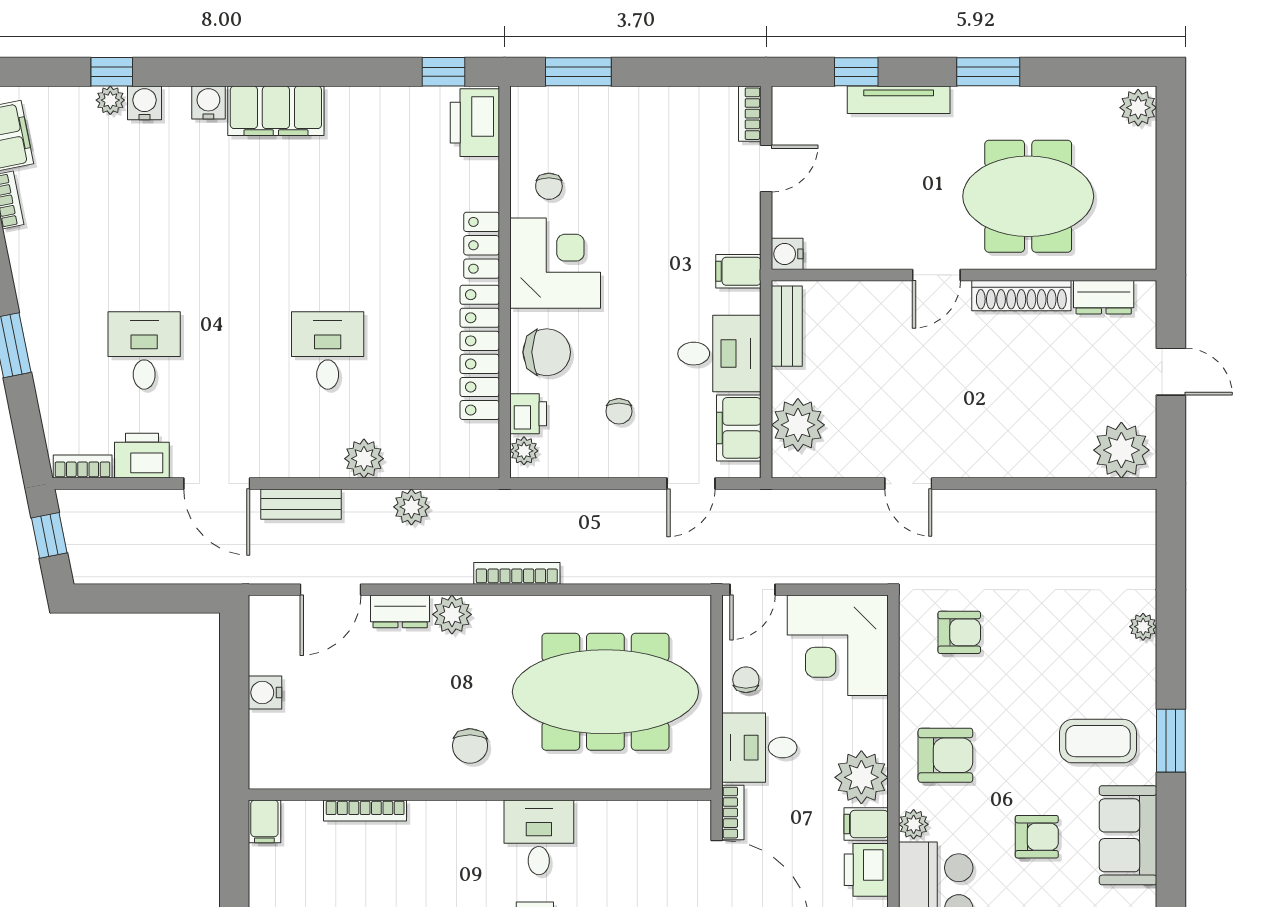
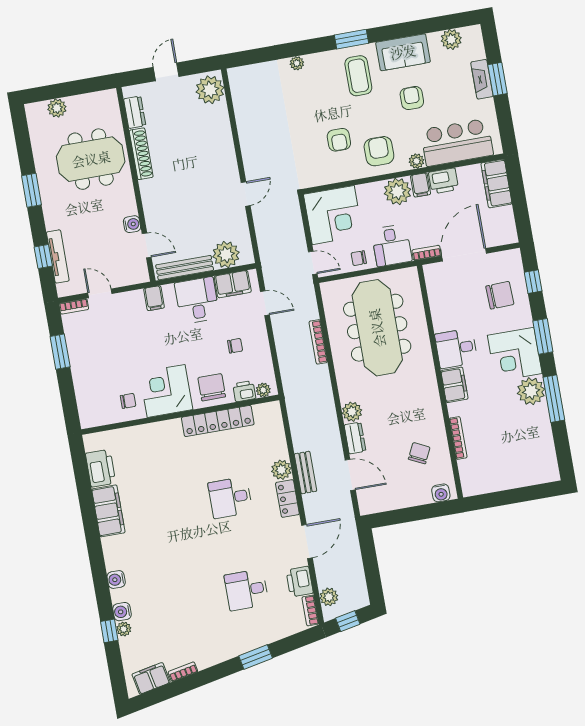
window: (443, 72) -> (80, 464), removed
window: (578, 72) -> (60, 352), moved
tv unit: (899, 100) -> (58, 256), moved
plant: (1138, 108) -> (57, 108), moved
filing cabinet: (276, 111) -> (108, 511), moved
printer: (475, 123) -> (101, 468), moved, turned -90
meeting table: (1028, 196) -> (91, 159), turned 90
locker: (482, 245) -> (287, 499), moved, turned 90
water cooler: (787, 254) -> (132, 224), moved, turned -90
door: (936, 275) -> (147, 245), moved
bench: (787, 326) -> (185, 268), width x1.36
bench: (301, 504) -> (305, 473), moved
plant: (411, 507) -> (329, 597), moved
bookcase: (517, 573) -> (318, 342), moved
armchair: (959, 632) -> (339, 140), moved, turned 180
water cooler: (265, 693) -> (441, 493), moved
chair: (470, 746) -> (419, 453), moved, turned -65
filing cabinet: (264, 821) -> (454, 385), moved, width x2.00

